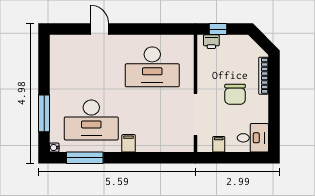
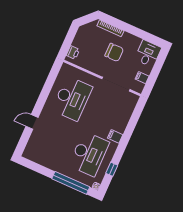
window: (218, 29) -> (67, 44), removed
window: (44, 113) -> (71, 183), width x1.46
window: (85, 158) -> (112, 169), width x0.46

